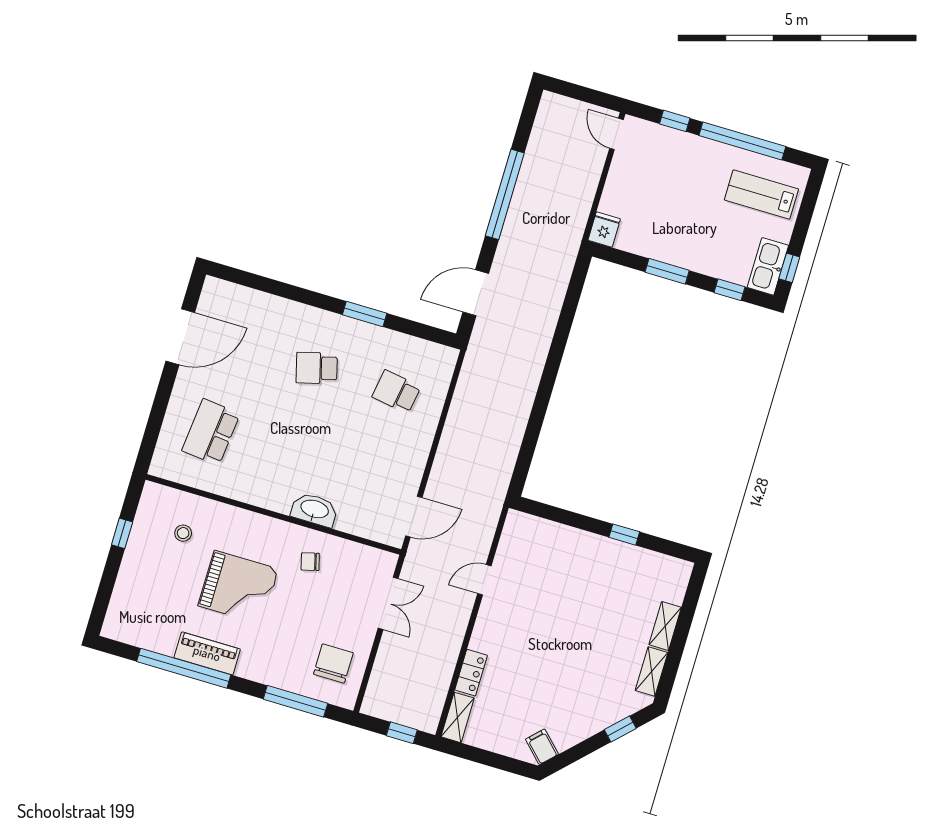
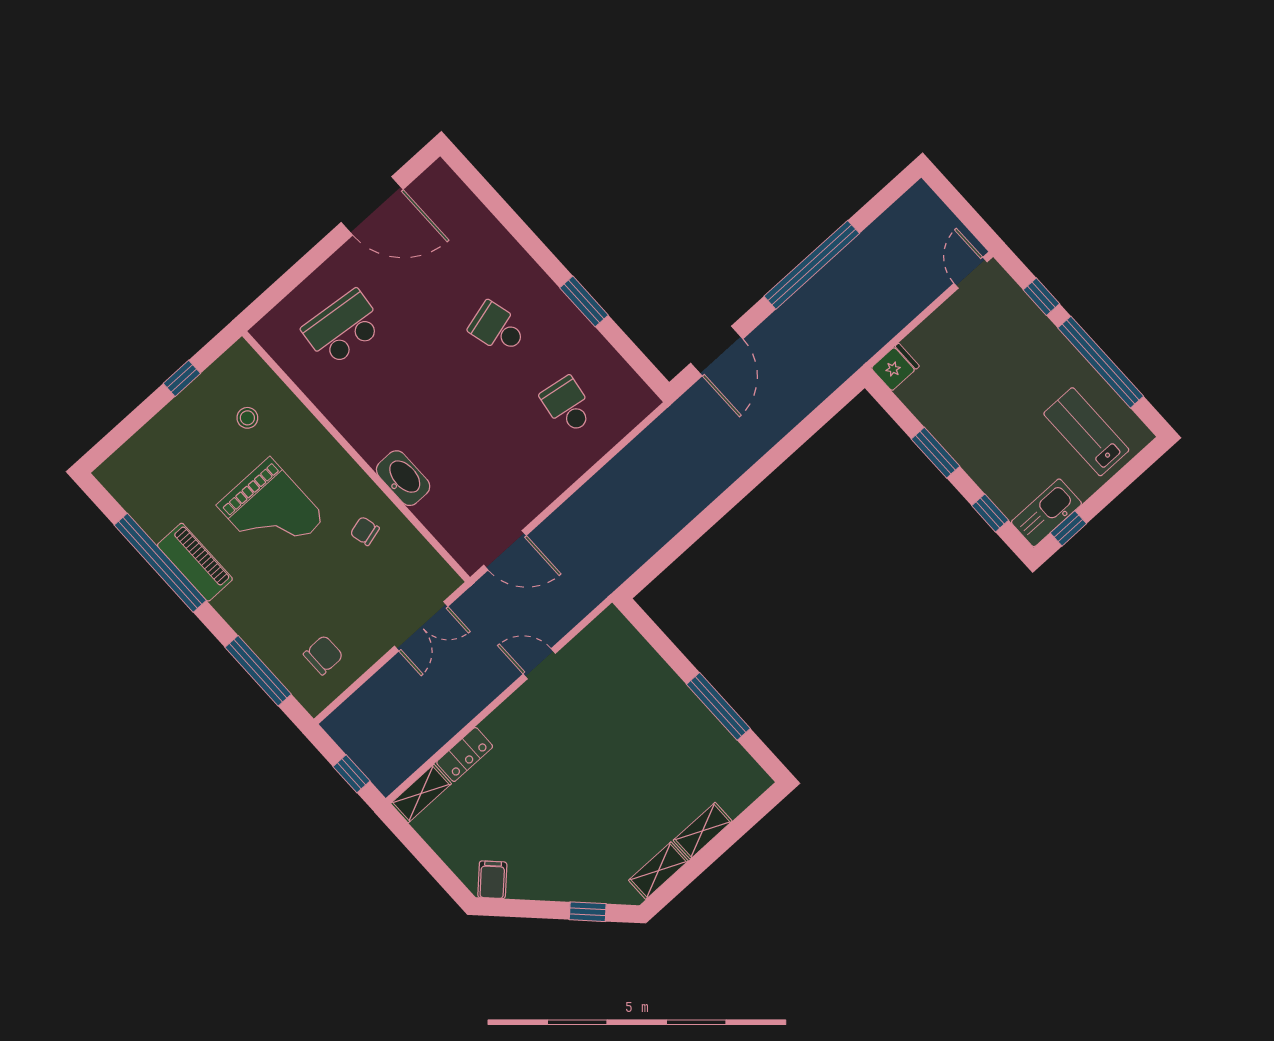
door: (476, 293) -> (717, 351), swing flipped
window: (624, 535) -> (718, 706), width x2.17
chair: (333, 663) -> (323, 655), width x0.73, depth x0.73

